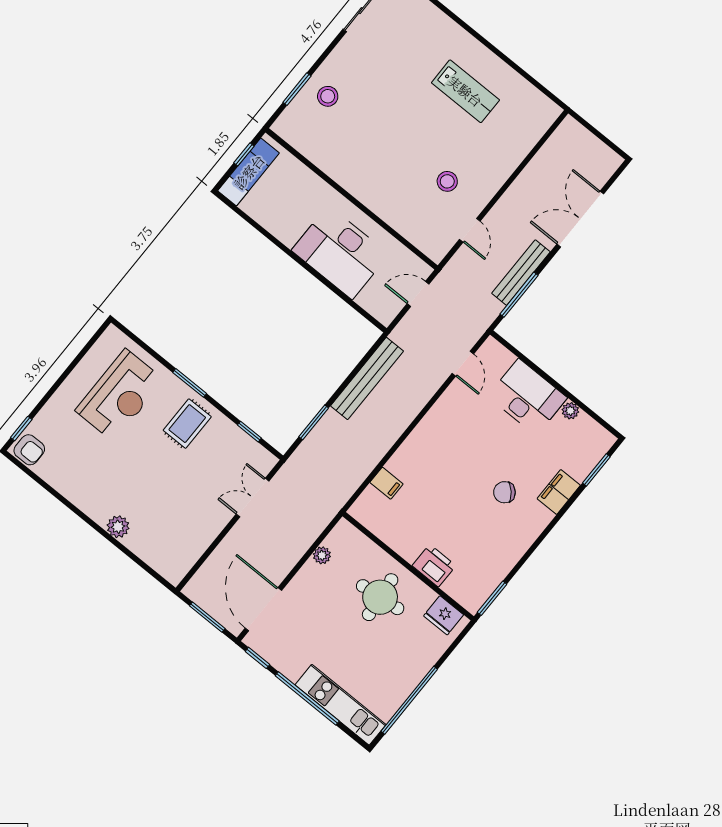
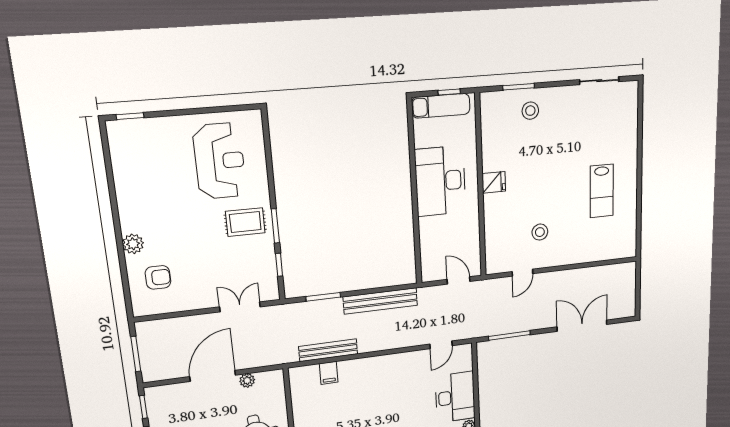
fridge: (360, 184) -> (494, 182), added
desk: (340, 252) -> (440, 181), moved
bench: (521, 273) -> (328, 350), moved
window: (190, 383) -> (275, 226), moved
reception desk: (120, 395) -> (220, 161), turned -90
armchair: (29, 450) -> (158, 277), moved, turned -90
door: (263, 609) -> (213, 376), moved

